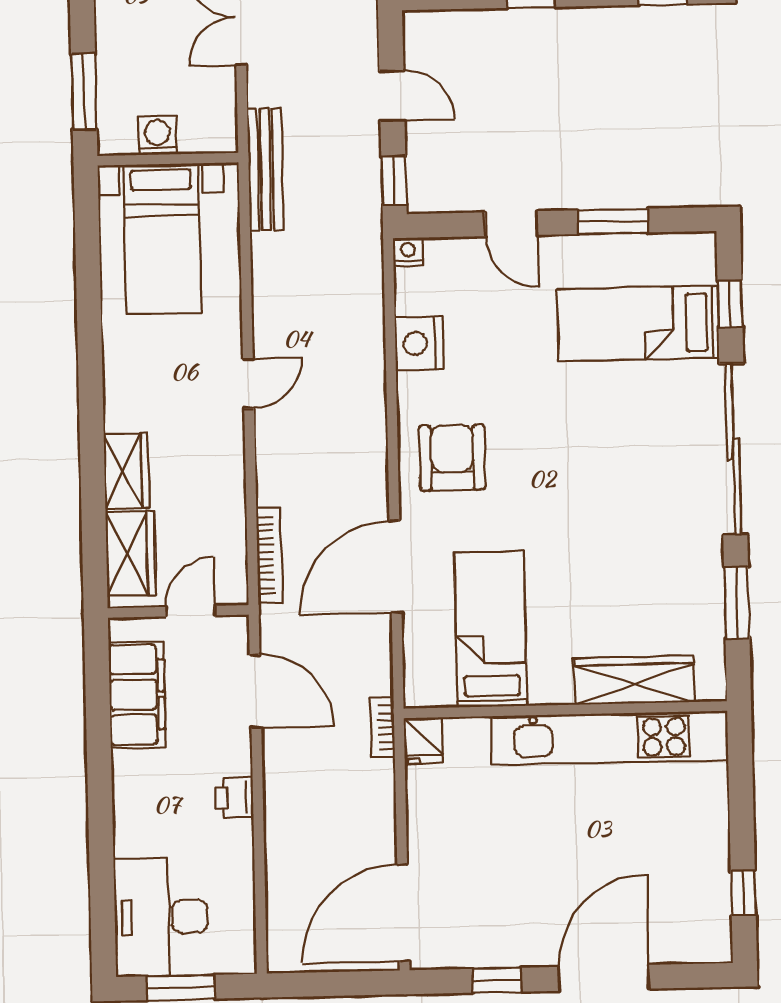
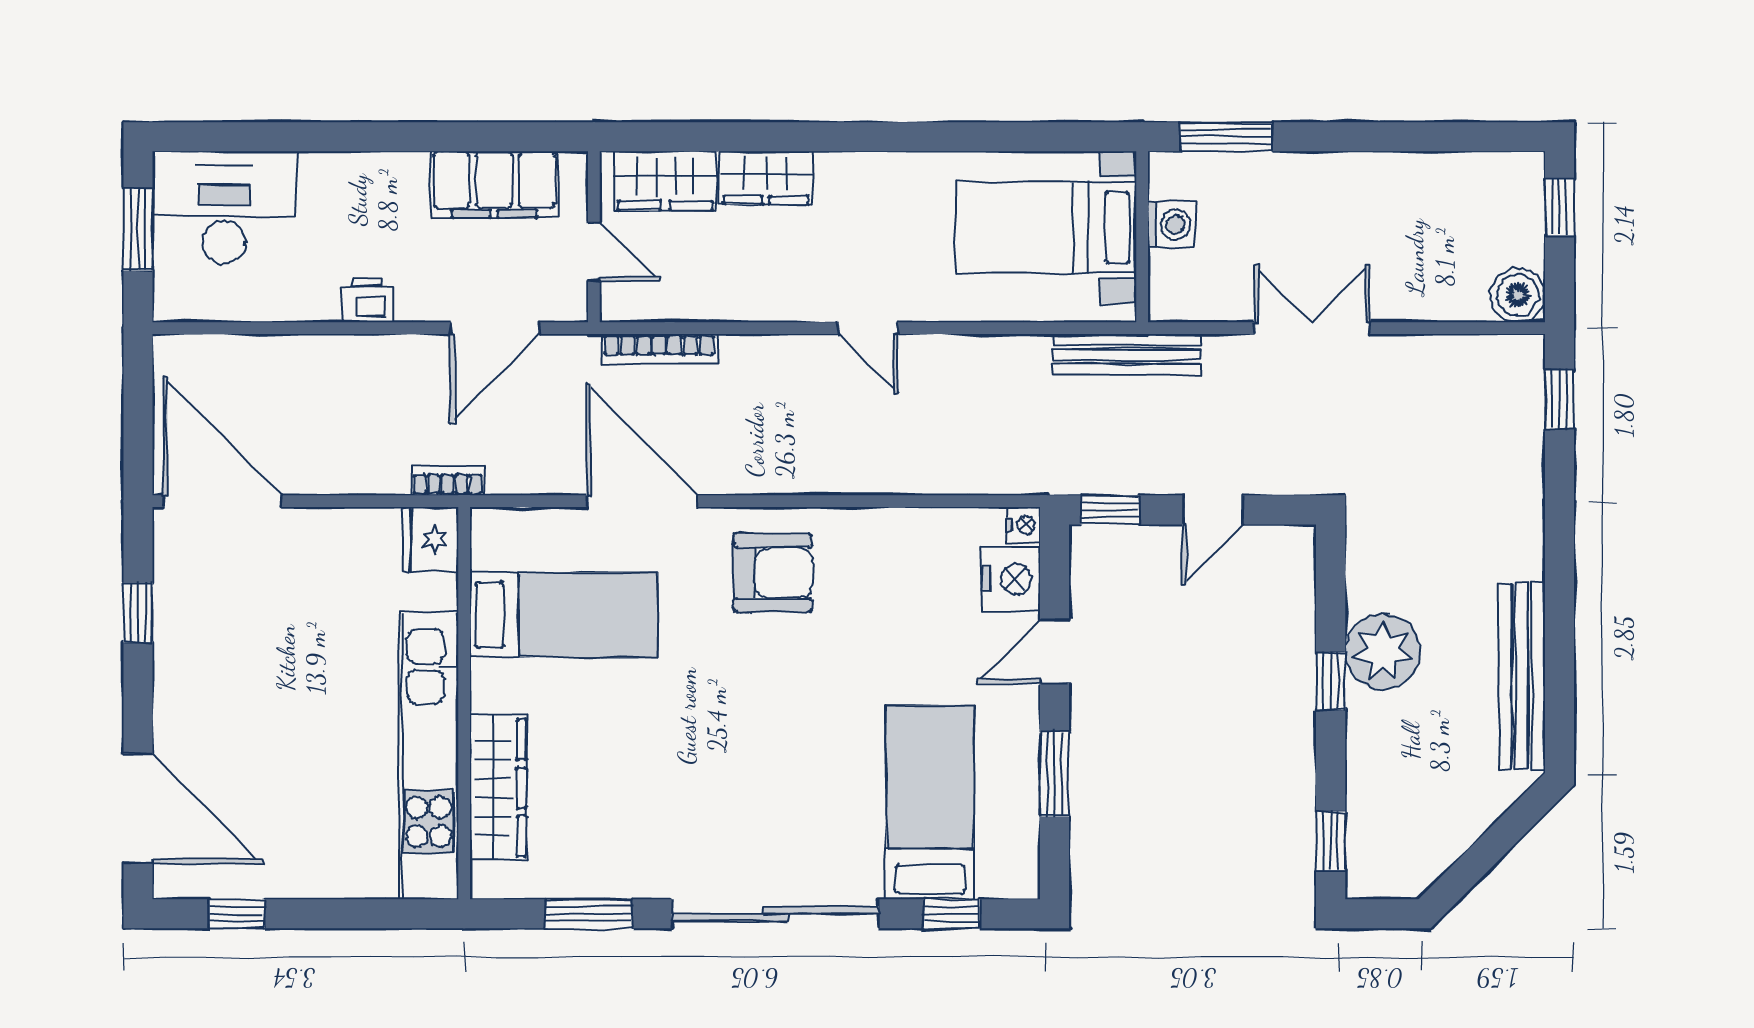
nightstand: (419, 344) -> (1011, 579), moved, turned 90
fridge: (423, 741) -> (430, 539), width x1.38
door: (604, 978) -> (138, 809), moved

